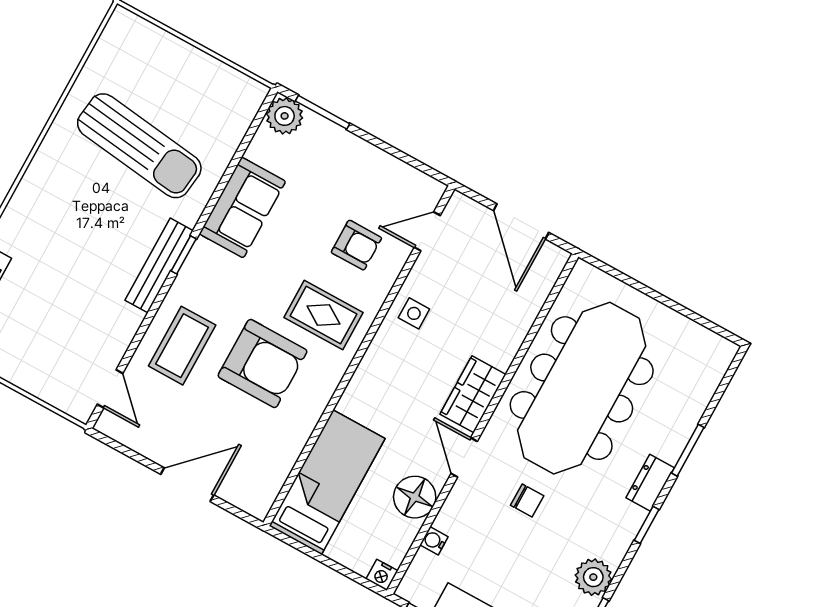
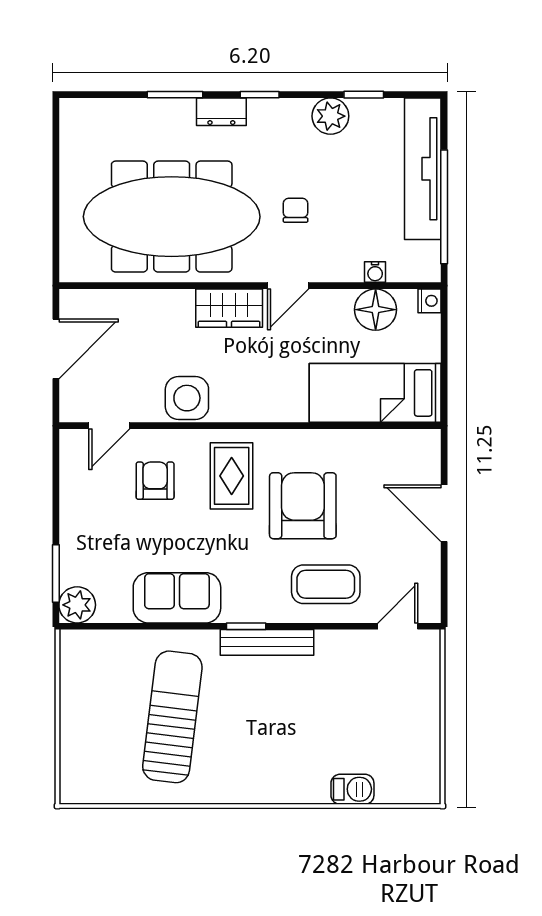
door: (427, 231) -> (109, 426), hinge flipped
side table: (414, 313) -> (187, 398), width x1.87, depth x1.87
floor lamp: (415, 497) -> (376, 310), moved

